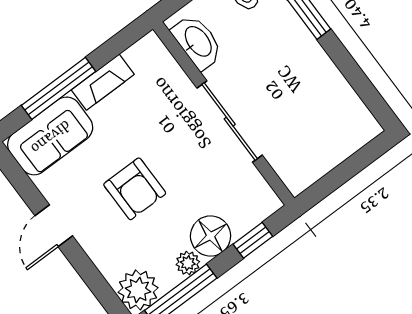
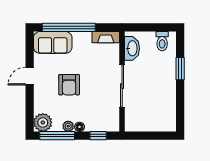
fireplace: (103, 82) -> (106, 37), moved
window: (59, 88) -> (69, 27), width x1.46
floor lamp: (211, 236) -> (80, 127), width x0.53, depth x0.53

